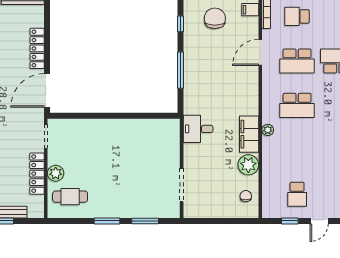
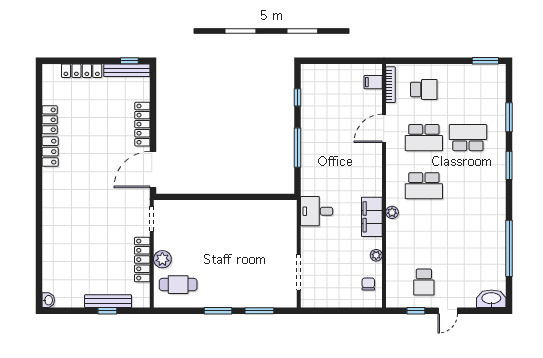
school desk: (297, 16) -> (424, 89), turned 180
chair: (215, 18) -> (335, 92), removed
plant: (248, 165) -> (376, 255), width x0.53, depth x0.53

